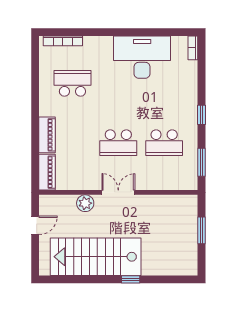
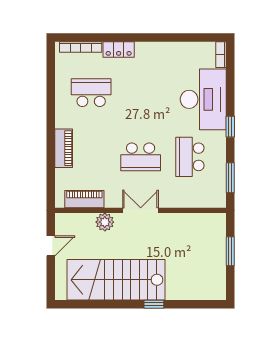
locker: (98, 43) -> (119, 49), added
desk: (142, 57) -> (203, 99), moved, turned 90
school desk: (164, 143) -> (190, 157), turned 90
piano: (47, 172) -> (84, 199), moved, turned -90

